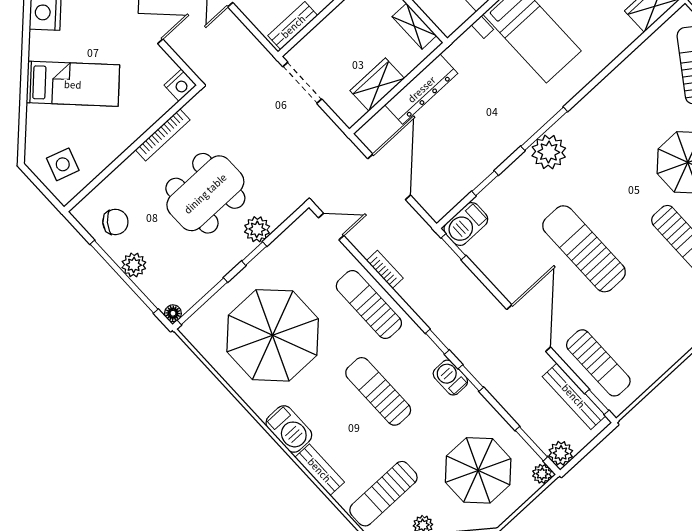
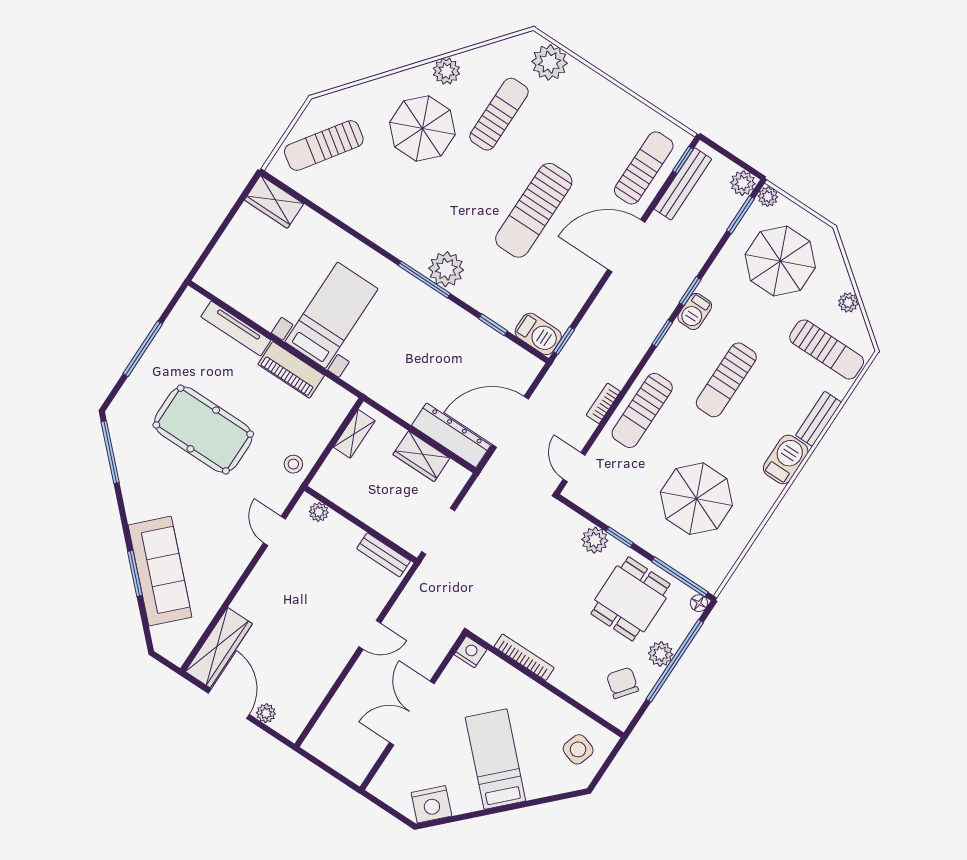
dresser: (421, 89) -> (451, 435), moved
dining table: (205, 193) -> (630, 599), moved, width x0.73
parasol: (273, 335) -> (696, 499), width x0.73, depth x0.73

